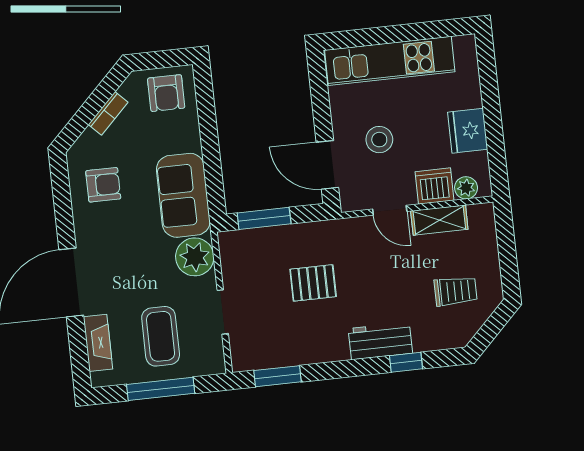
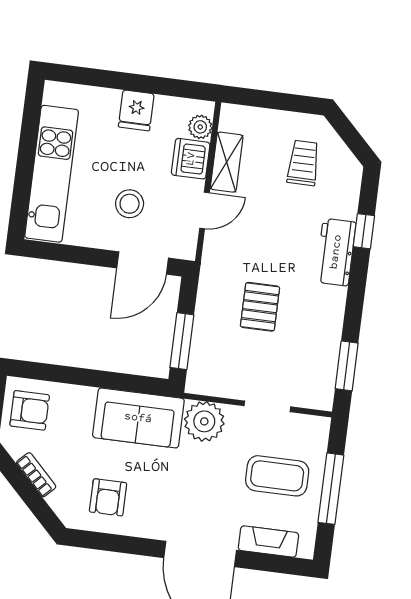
fridge: (468, 131) -> (136, 110), width x0.72
armchair: (103, 185) -> (108, 497), turned 180

